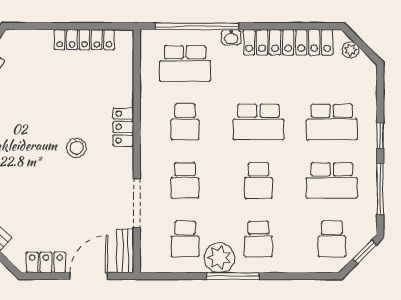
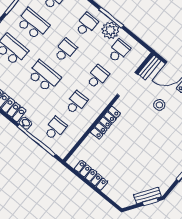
school desk: (185, 63) -> (55, 128), width x0.54
locker: (123, 127) -> (105, 123), width x1.53
stool: (76, 148) -> (159, 105), moved

